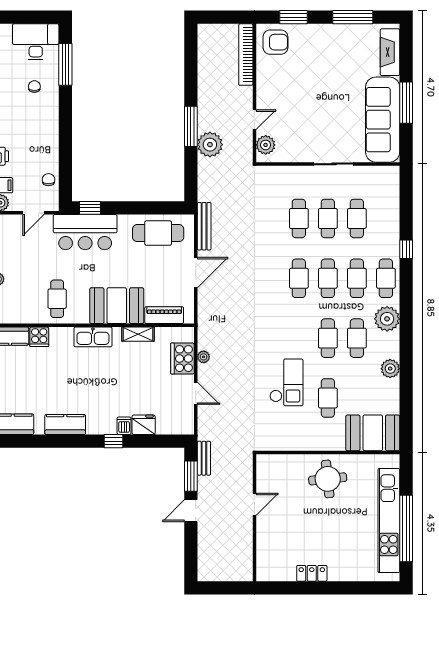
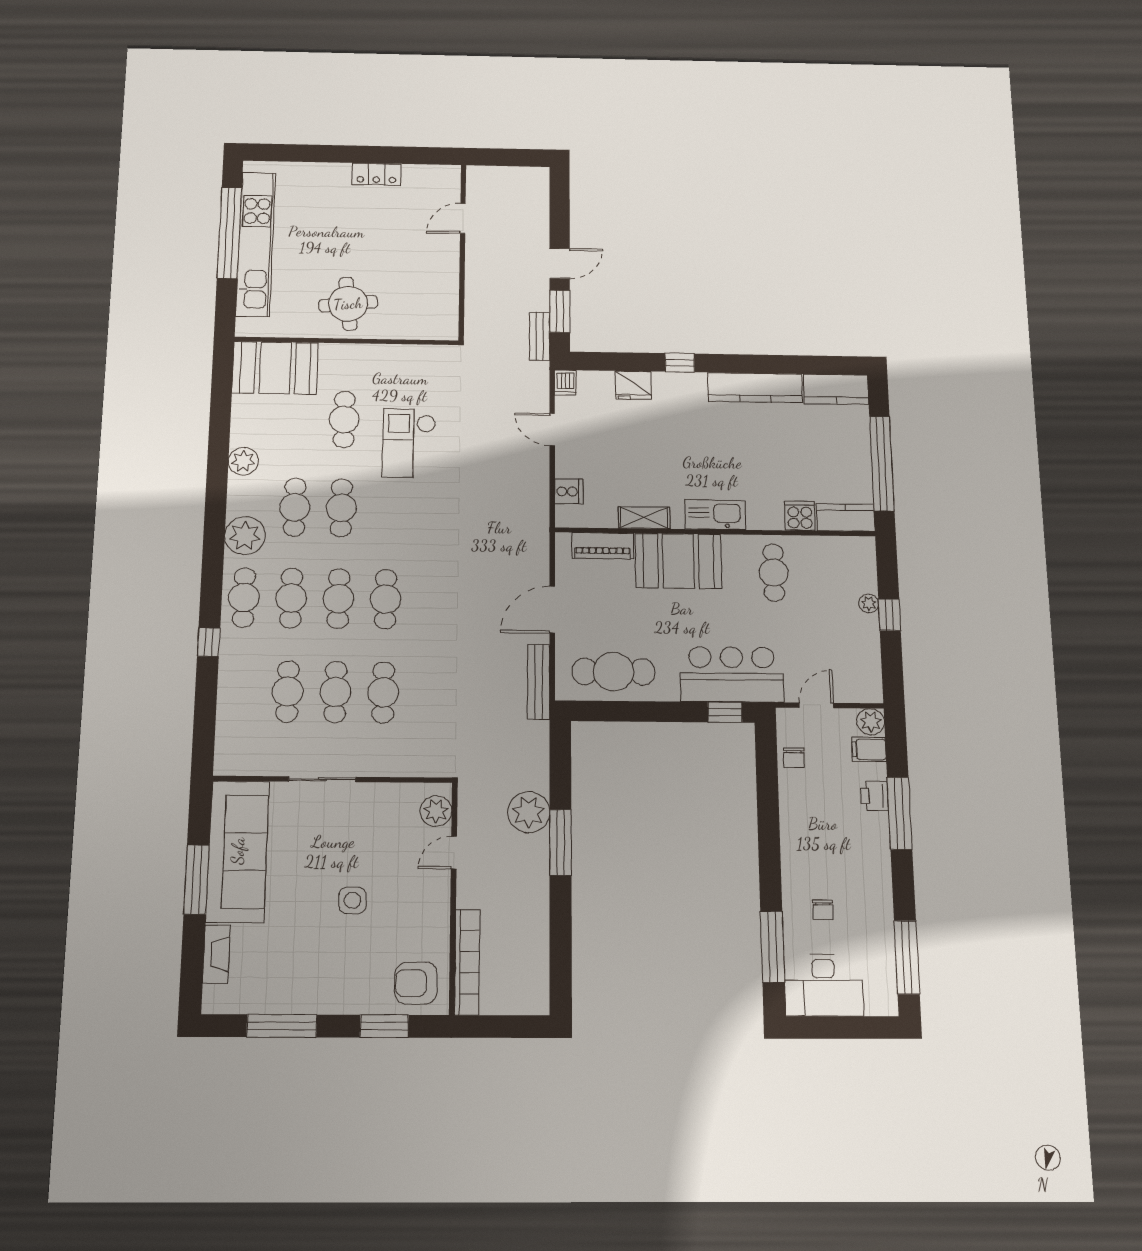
fireplace: (390, 52) -> (216, 954), width x0.73, depth x0.76
side table: (314, 91) -> (352, 900), added
plant: (204, 357) -> (540, 483), removed
cooker: (183, 359) -> (569, 491), width x0.53, depth x0.76
kitchen counter: (65, 424) -> (755, 388), width x1.50
dishwasher: (124, 426) -> (565, 383), moved
door: (254, 504) -> (463, 218), moved

